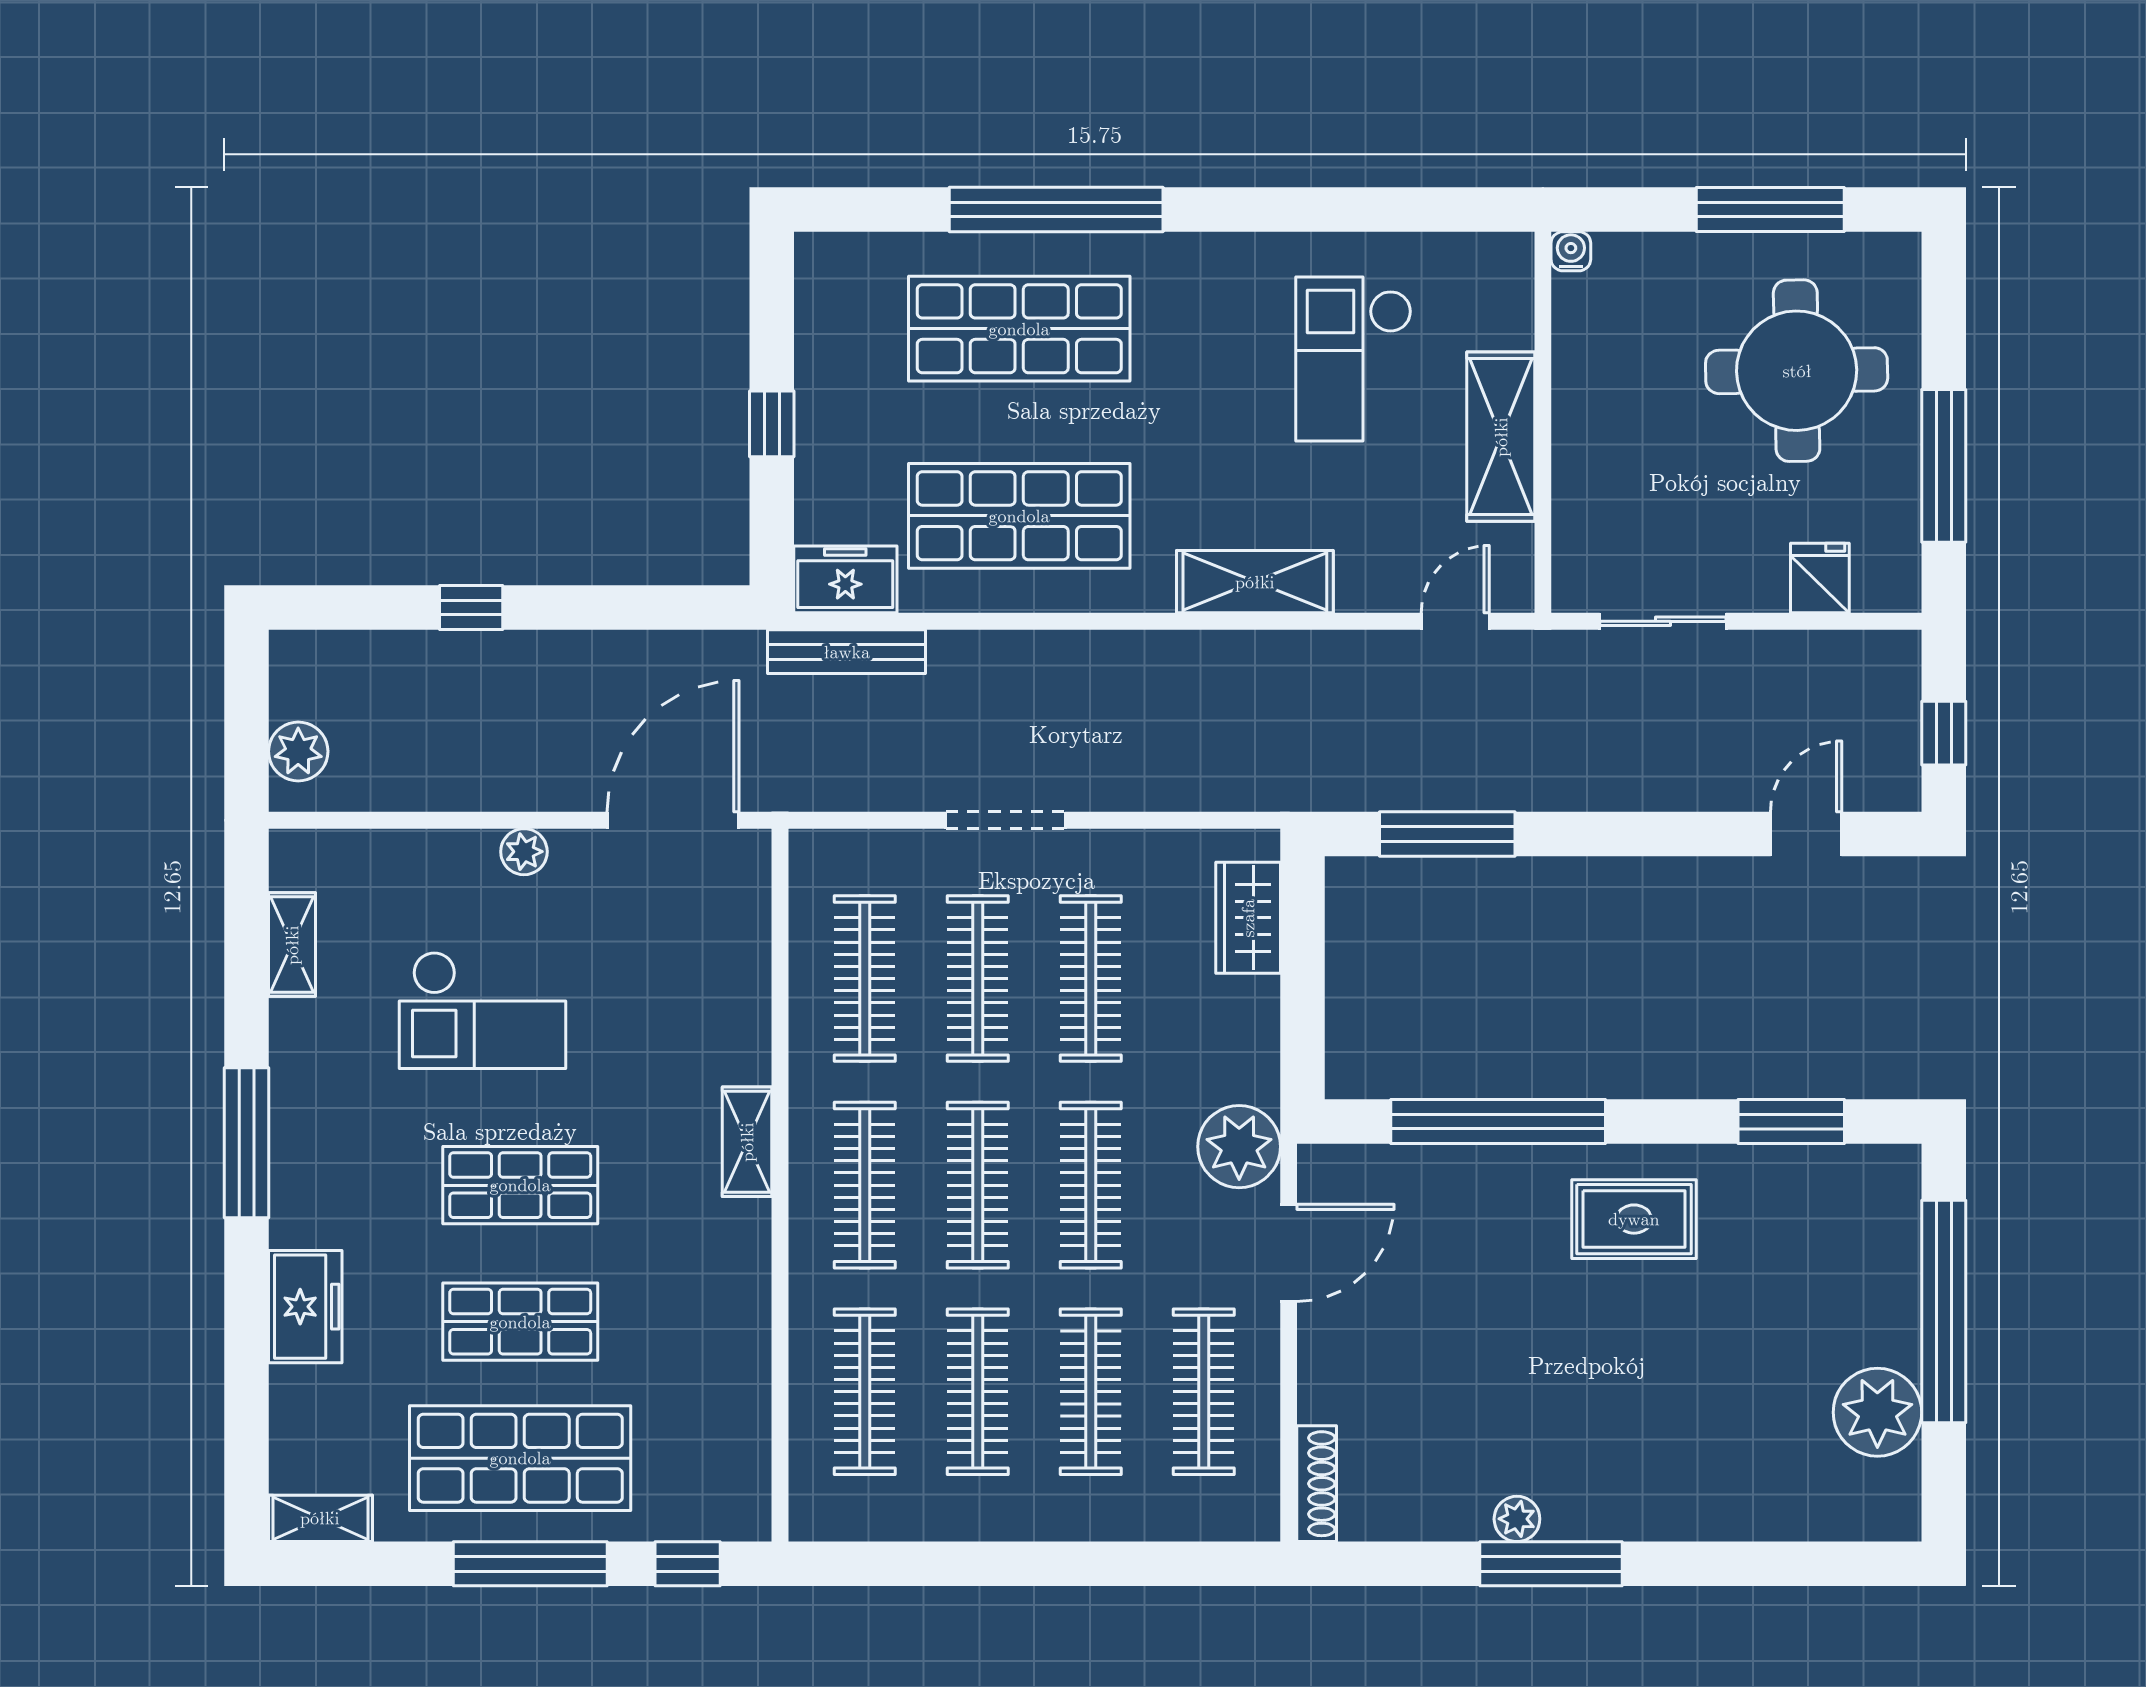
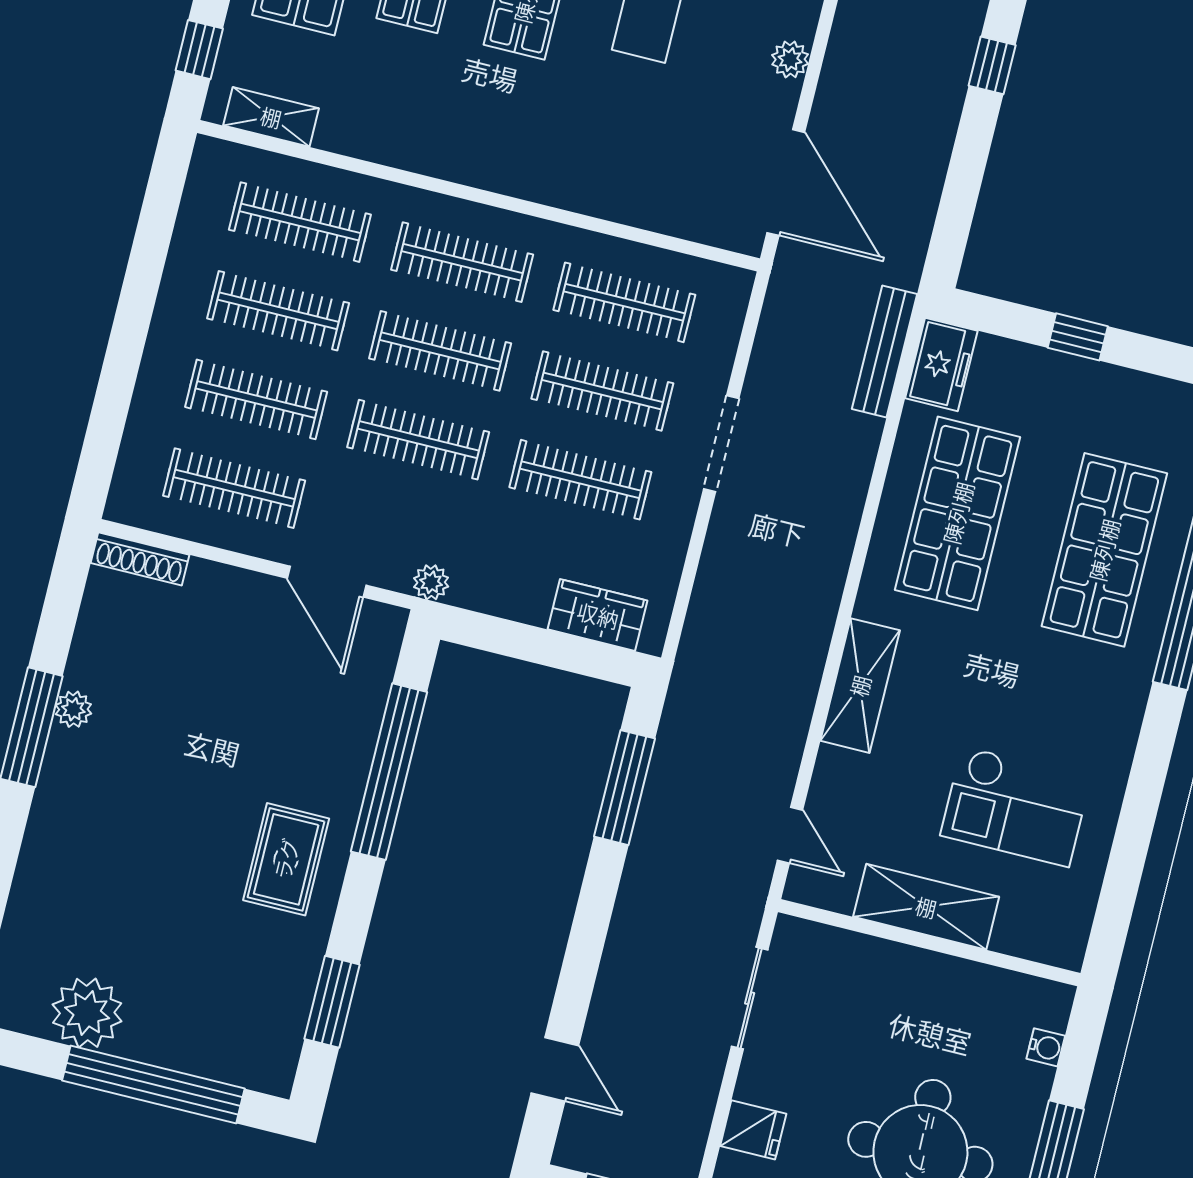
water cooler: (1571, 251) -> (1046, 1047), moved
checkout: (1354, 359) -> (1016, 806), turned 180
shelving: (747, 1142) -> (271, 117), moved
plant: (1239, 1147) -> (431, 582), width x0.53, depth x0.53

